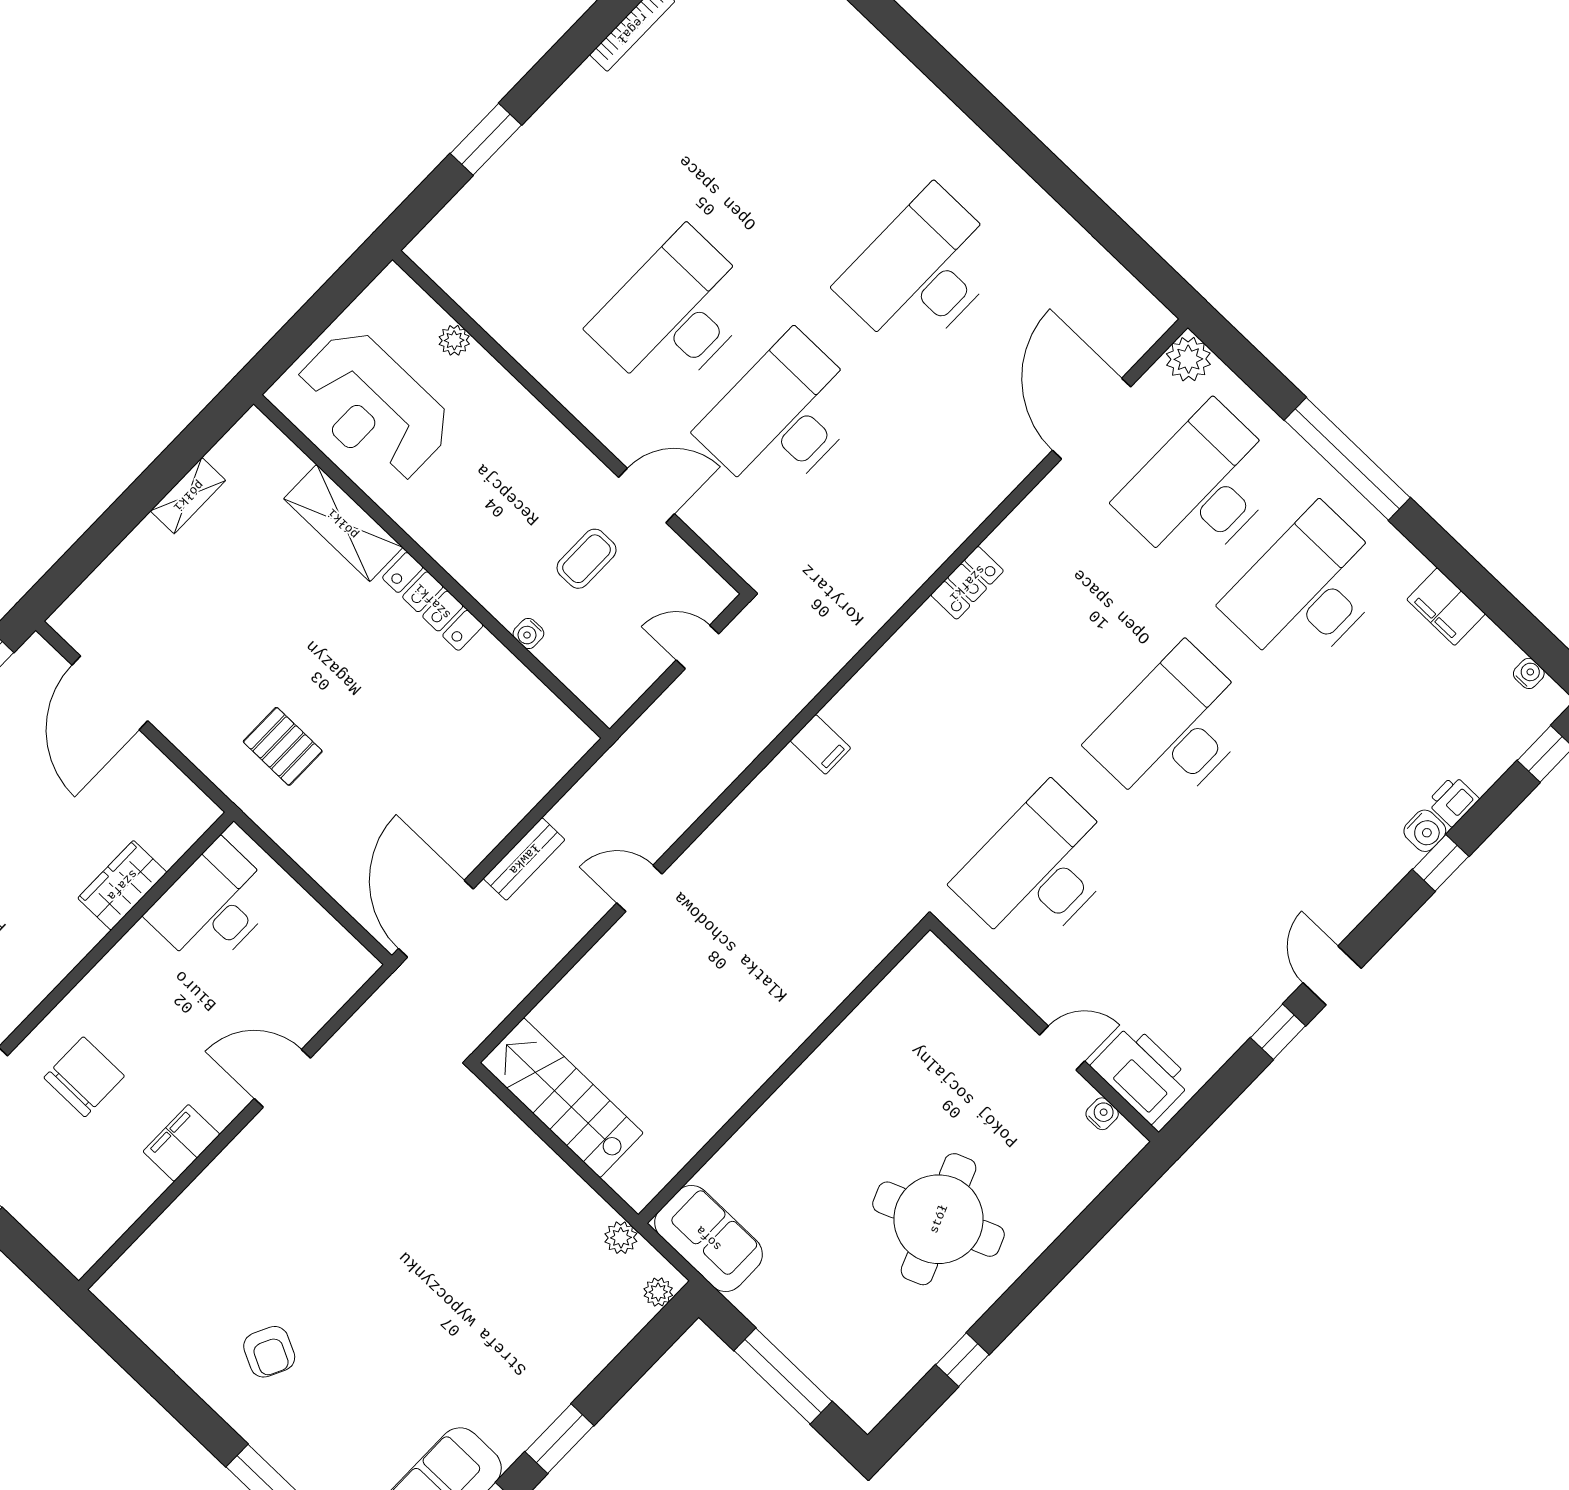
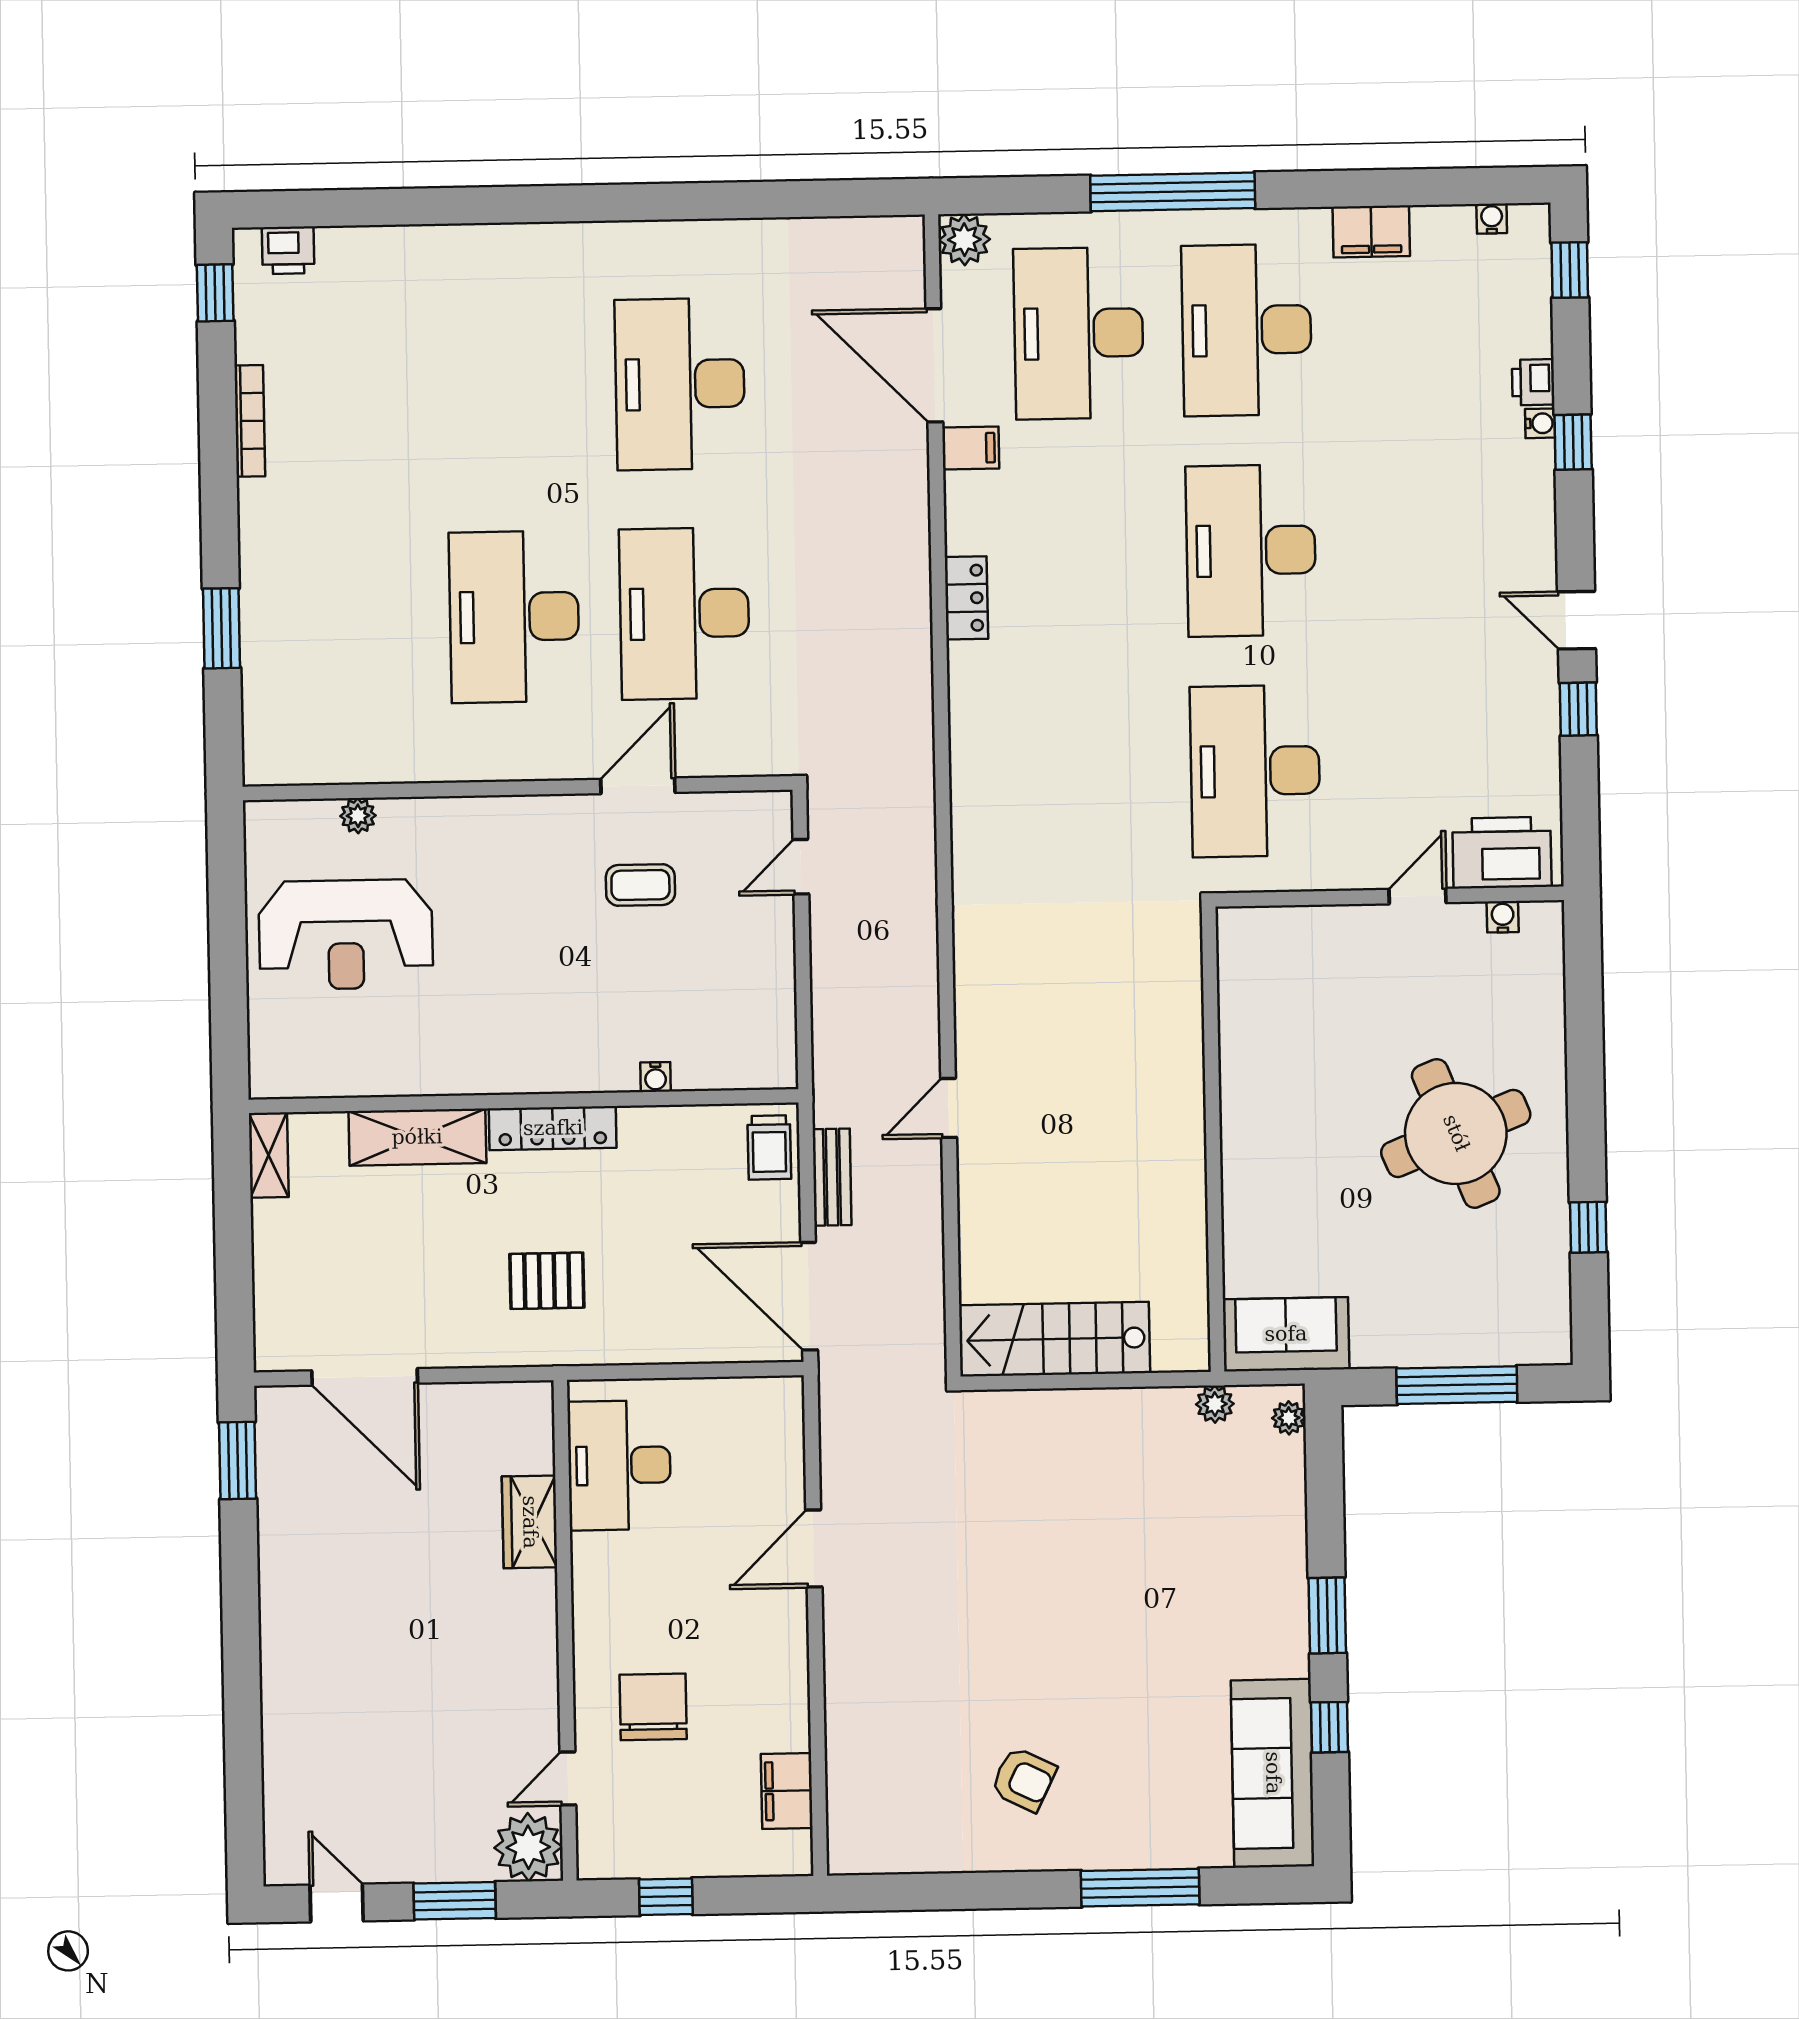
shelving: (343, 523) -> (417, 1137), moved
coffee table: (587, 559) -> (640, 885), turned 90
wall: (432, 567) -> (524, 1101), moved
locker: (433, 601) -> (553, 1128), moved
water cooler: (528, 634) -> (656, 1077), moved
filing cabinet: (820, 744) -> (971, 448), moved
trolley: (504, 802) -> (769, 1147), added
water cooler: (1425, 831) -> (1540, 423), width x0.72, depth x0.72
filing cabinet: (181, 1143) -> (787, 1791), moved

